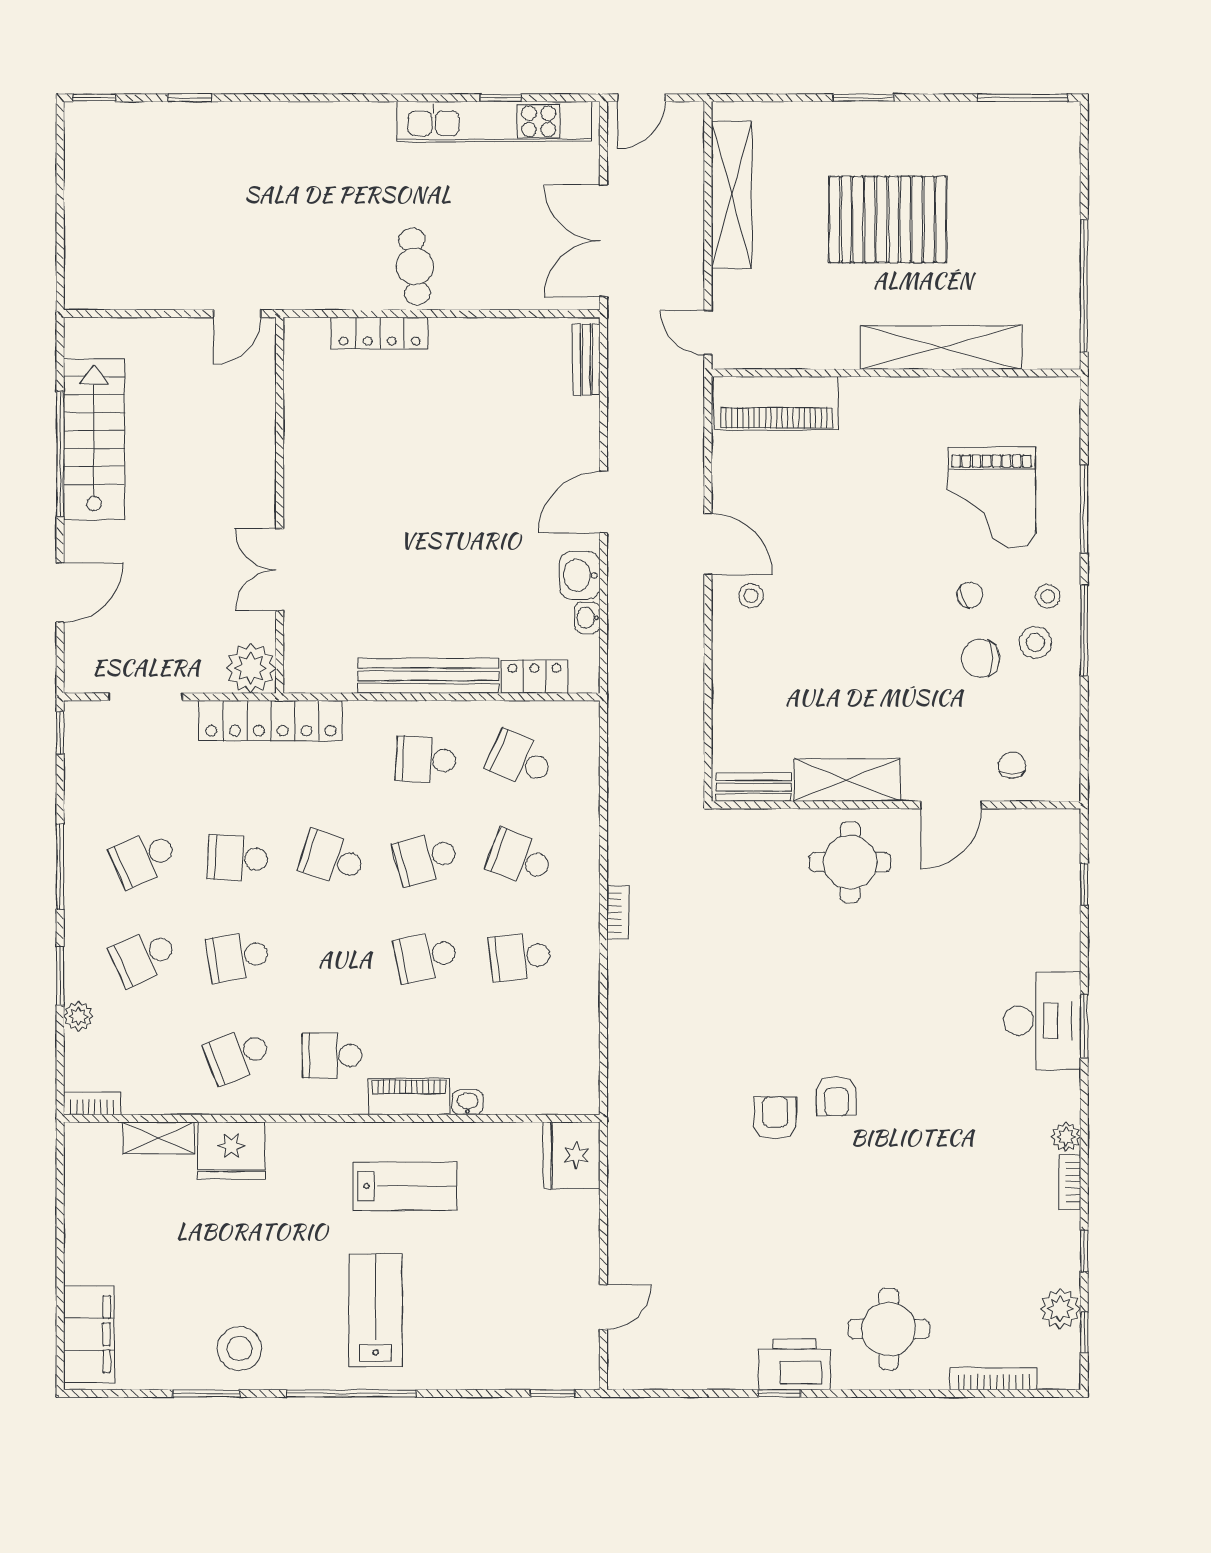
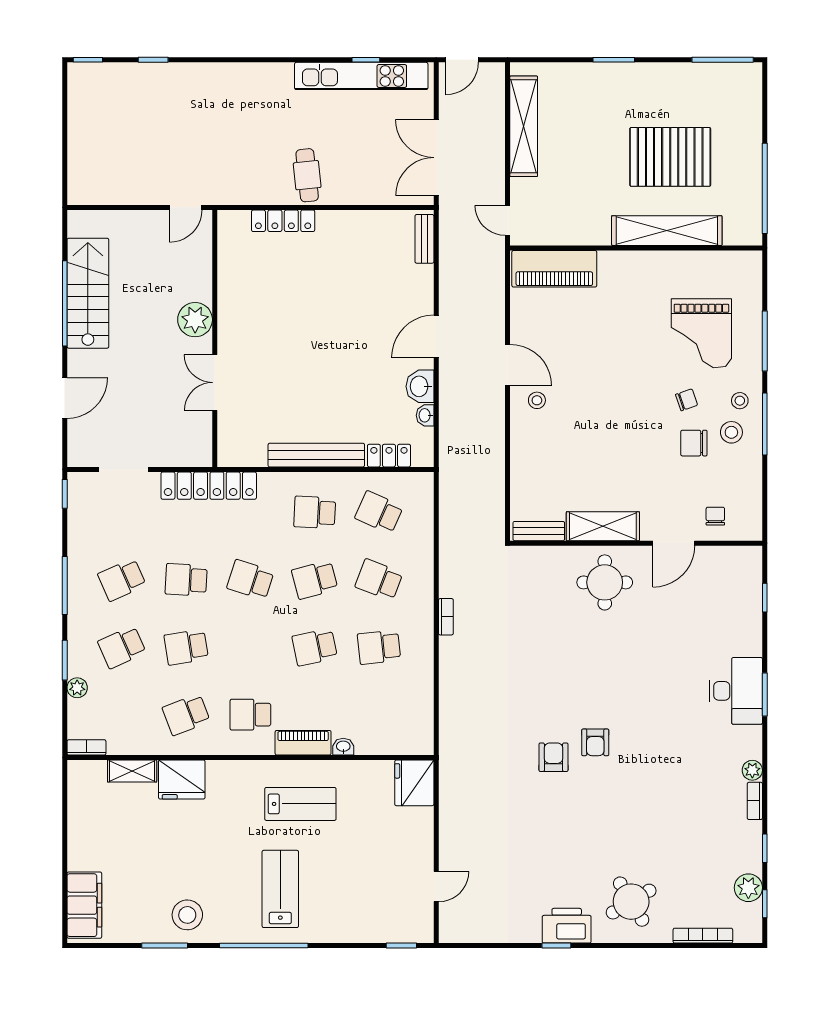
pallet: (888, 219) -> (670, 157), moved
plant: (251, 668) -> (195, 320), moved
round table: (889, 1329) -> (631, 902), turned -31

